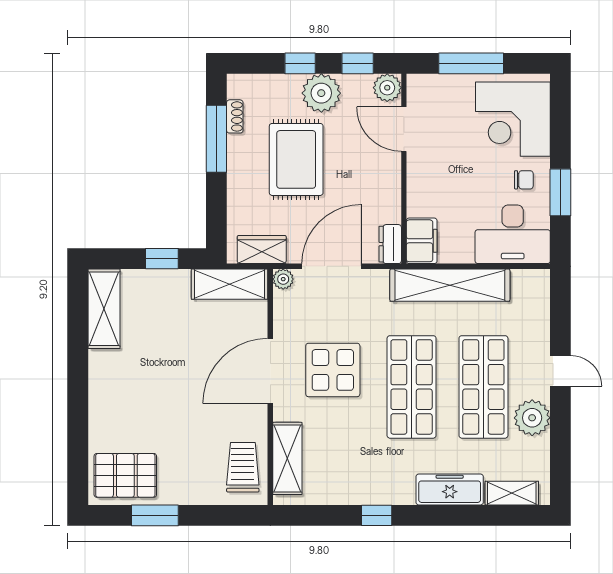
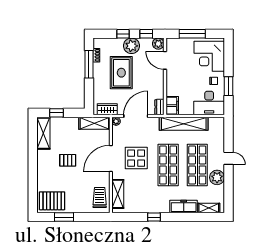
window: (162, 259) -> (57, 113), moved
pallet: (164, 375) -> (68, 160), added

